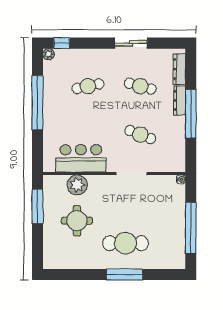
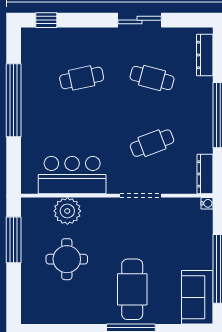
plant: (49, 54) -> (29, 35), removed
dresser: (180, 100) -> (205, 174), moved
cafe table: (140, 135) -> (152, 143), turned -42
cafe table: (126, 243) -> (132, 289), turned 90
sofa: (174, 249) -> (197, 297), added

